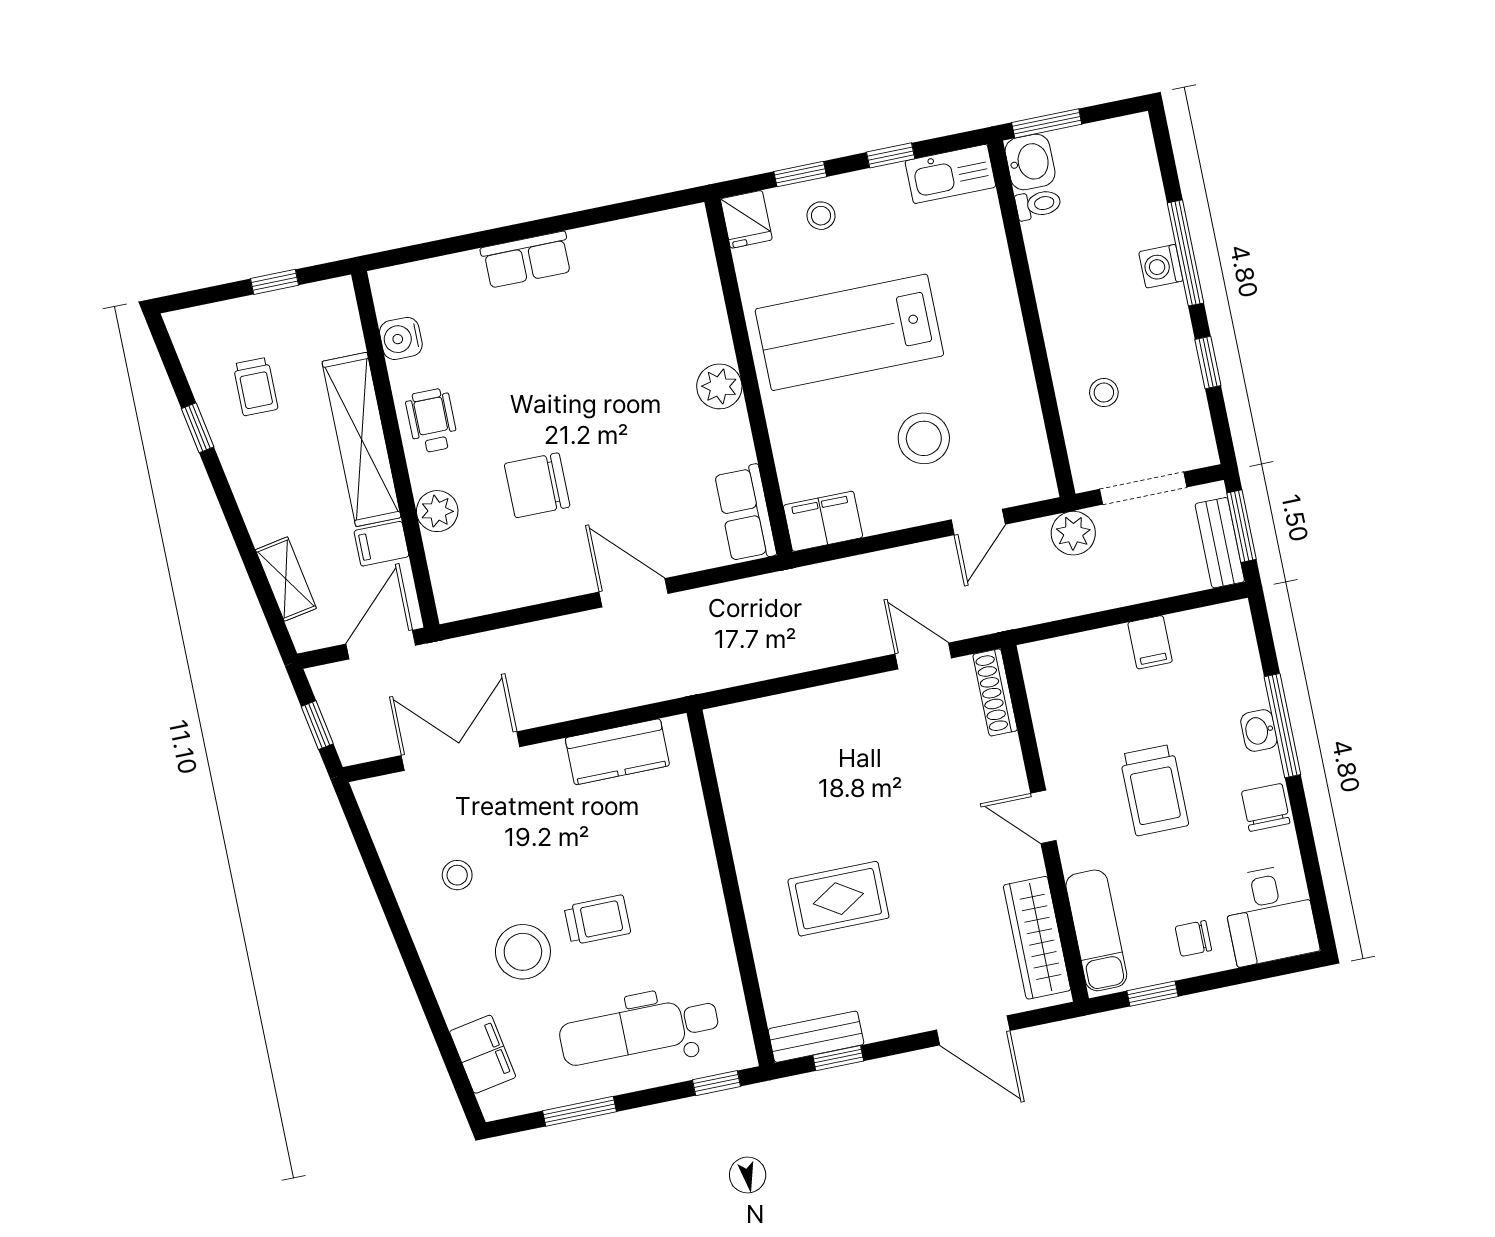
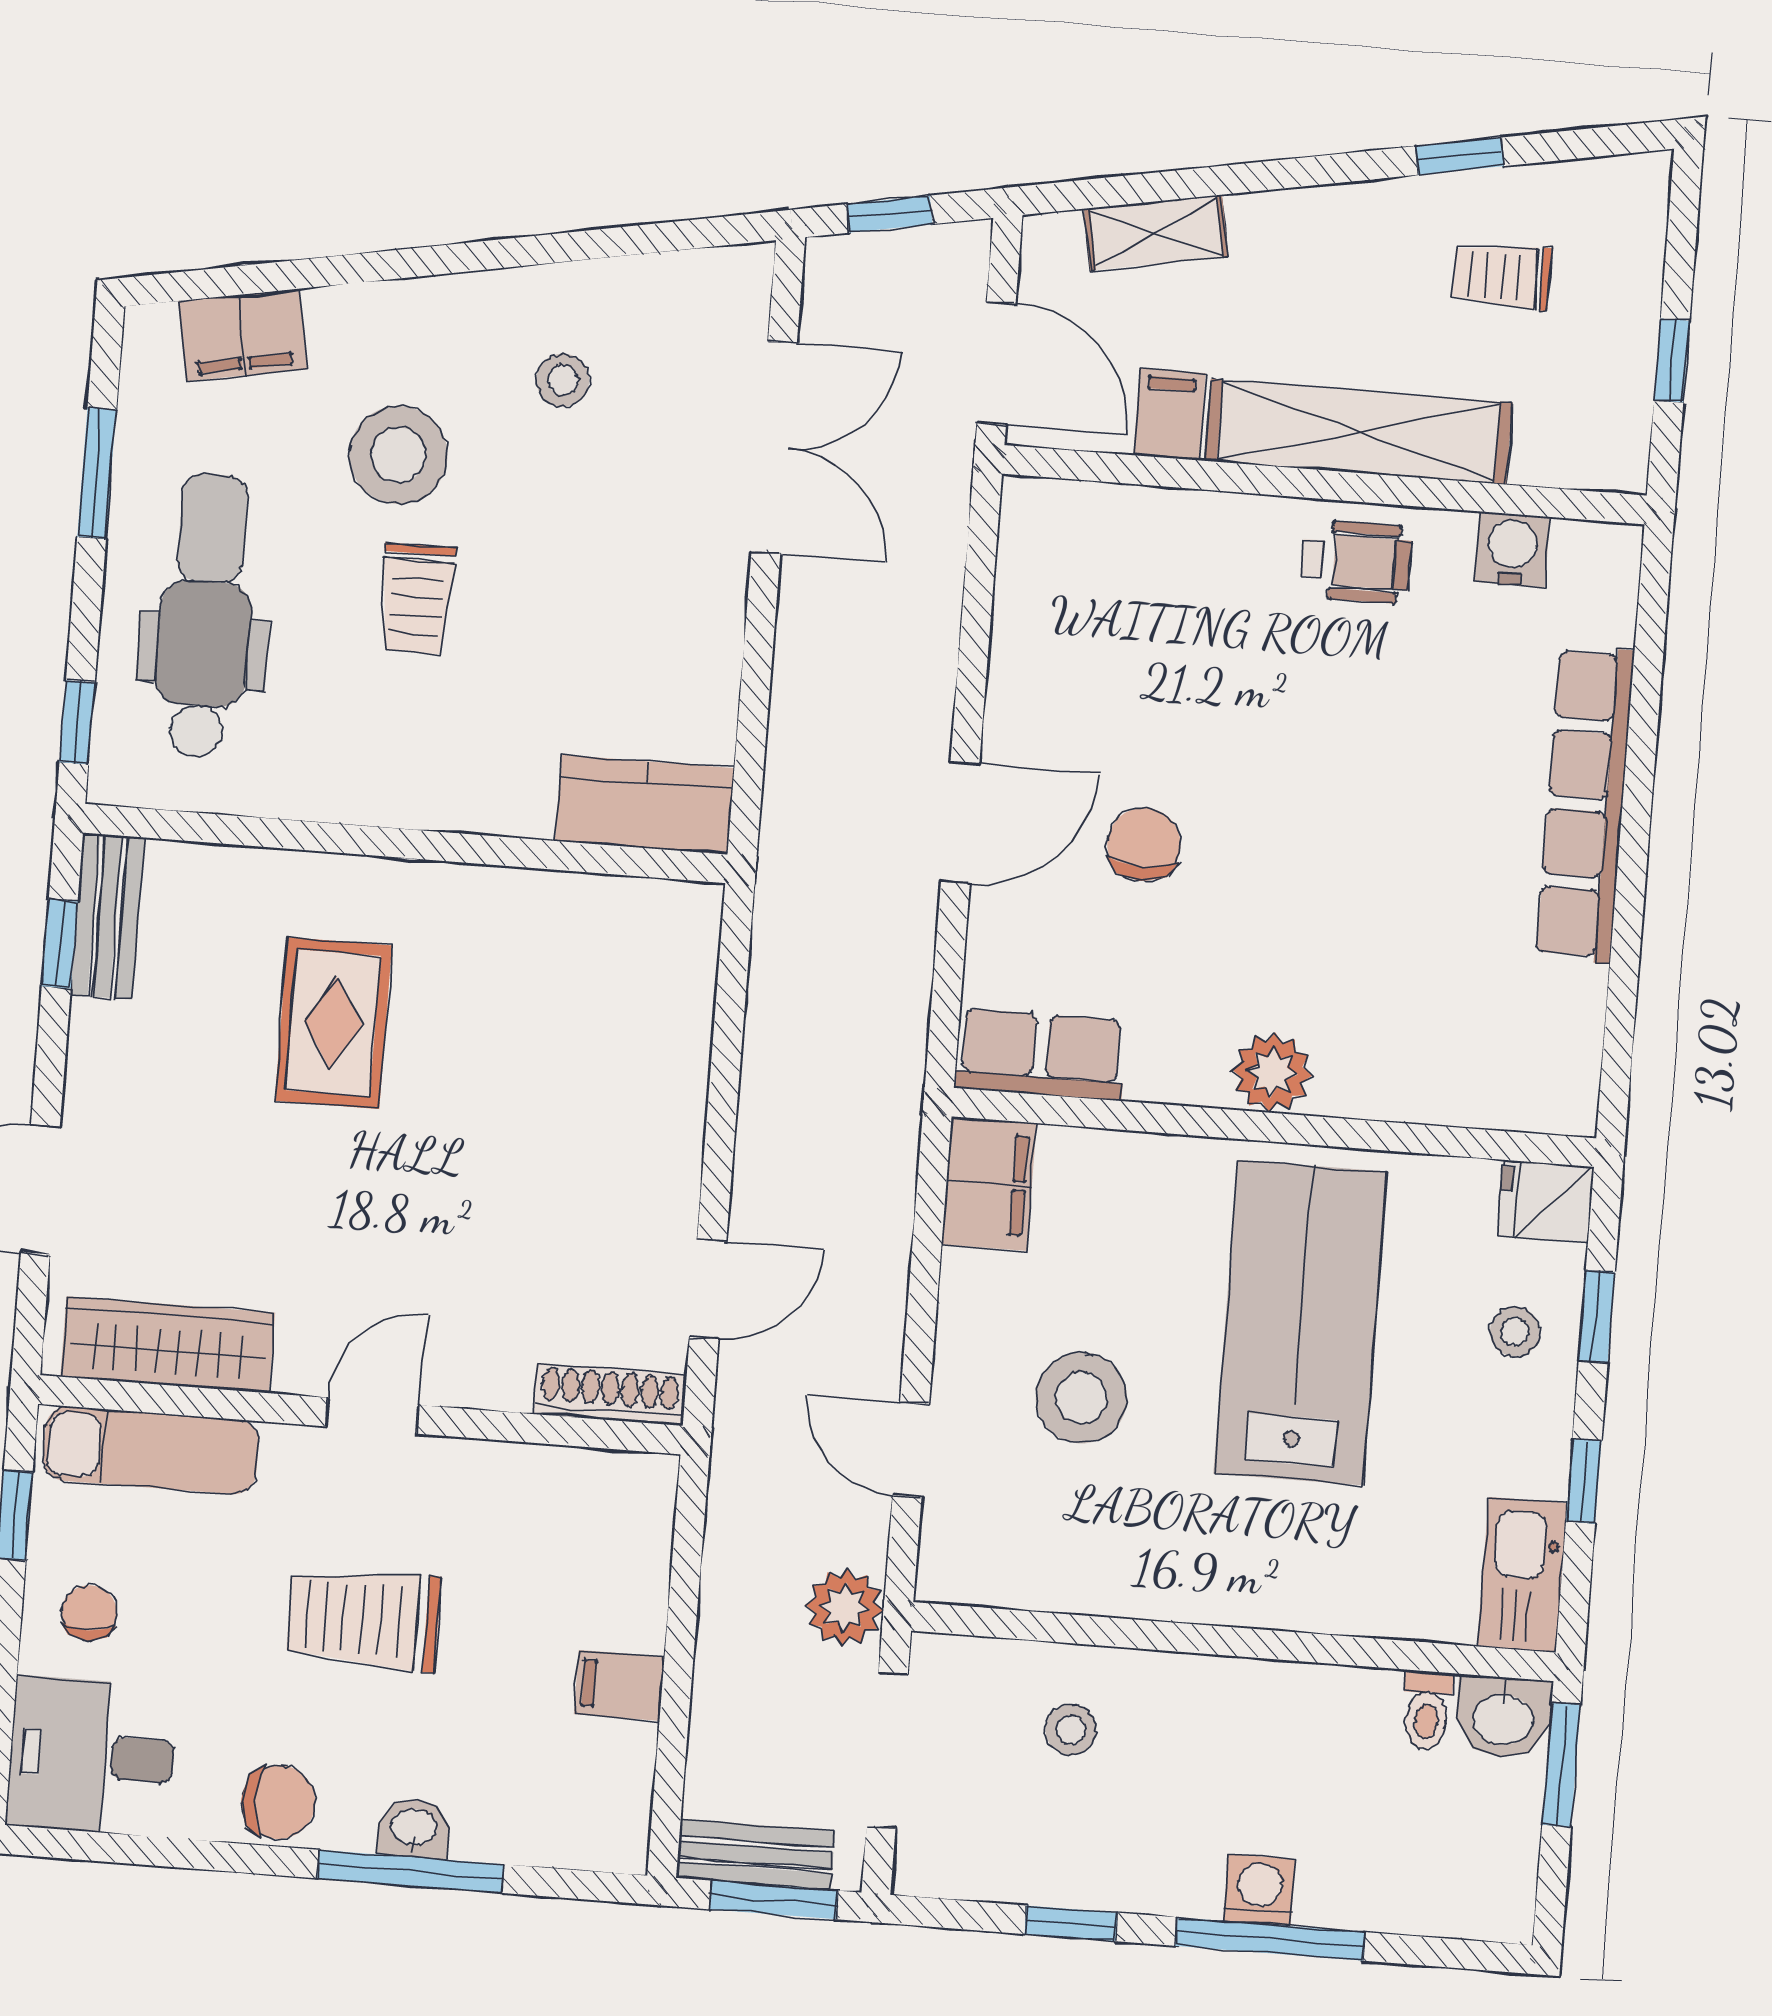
row of seats: (527, 260) -> (1585, 804), width x2.02
chair: (537, 485) -> (1144, 844), moved, width x0.73, depth x0.73
plant: (437, 511) -> (1198, 526), removed
kitchen counter: (617, 752) -> (645, 805), moved, turned 90

